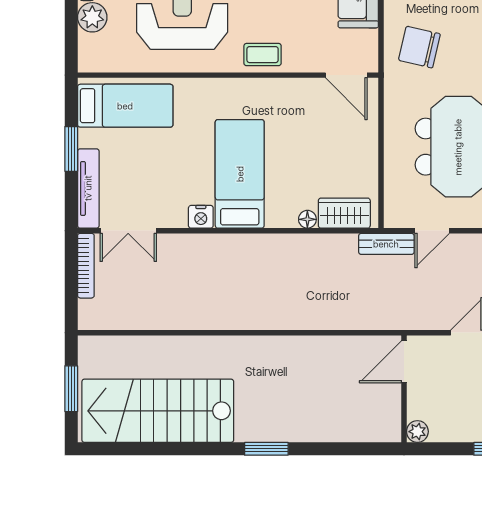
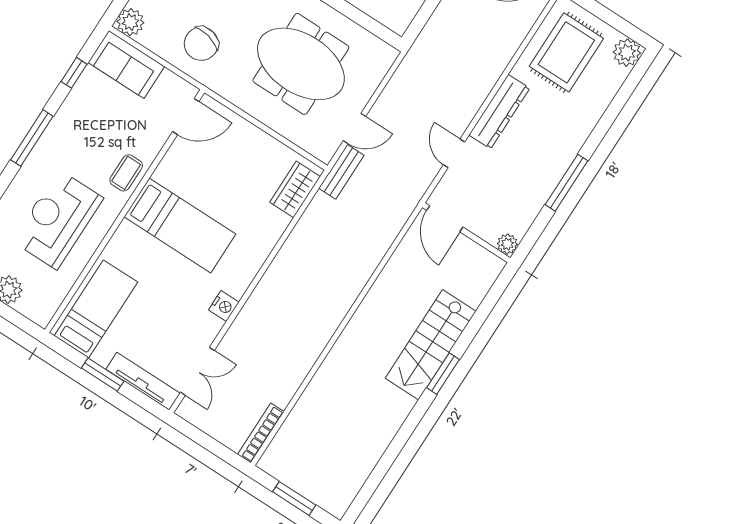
bed: (240, 174) -> (180, 225), moved, turned 180
floor lamp: (307, 219) -> (281, 222), removed
door: (432, 231) -> (354, 128), hinge flipped
bookcase: (86, 266) -> (261, 433), moved, turned -90
stairs: (158, 411) -> (431, 345), moved, width x0.73, depth x0.66

